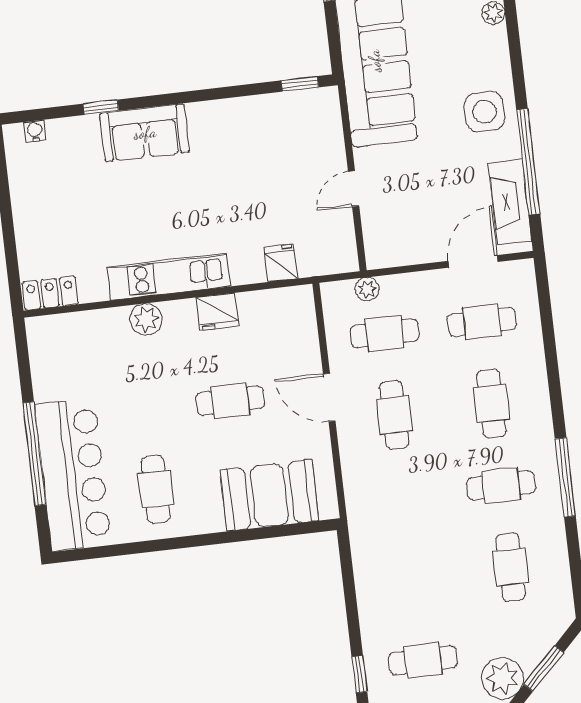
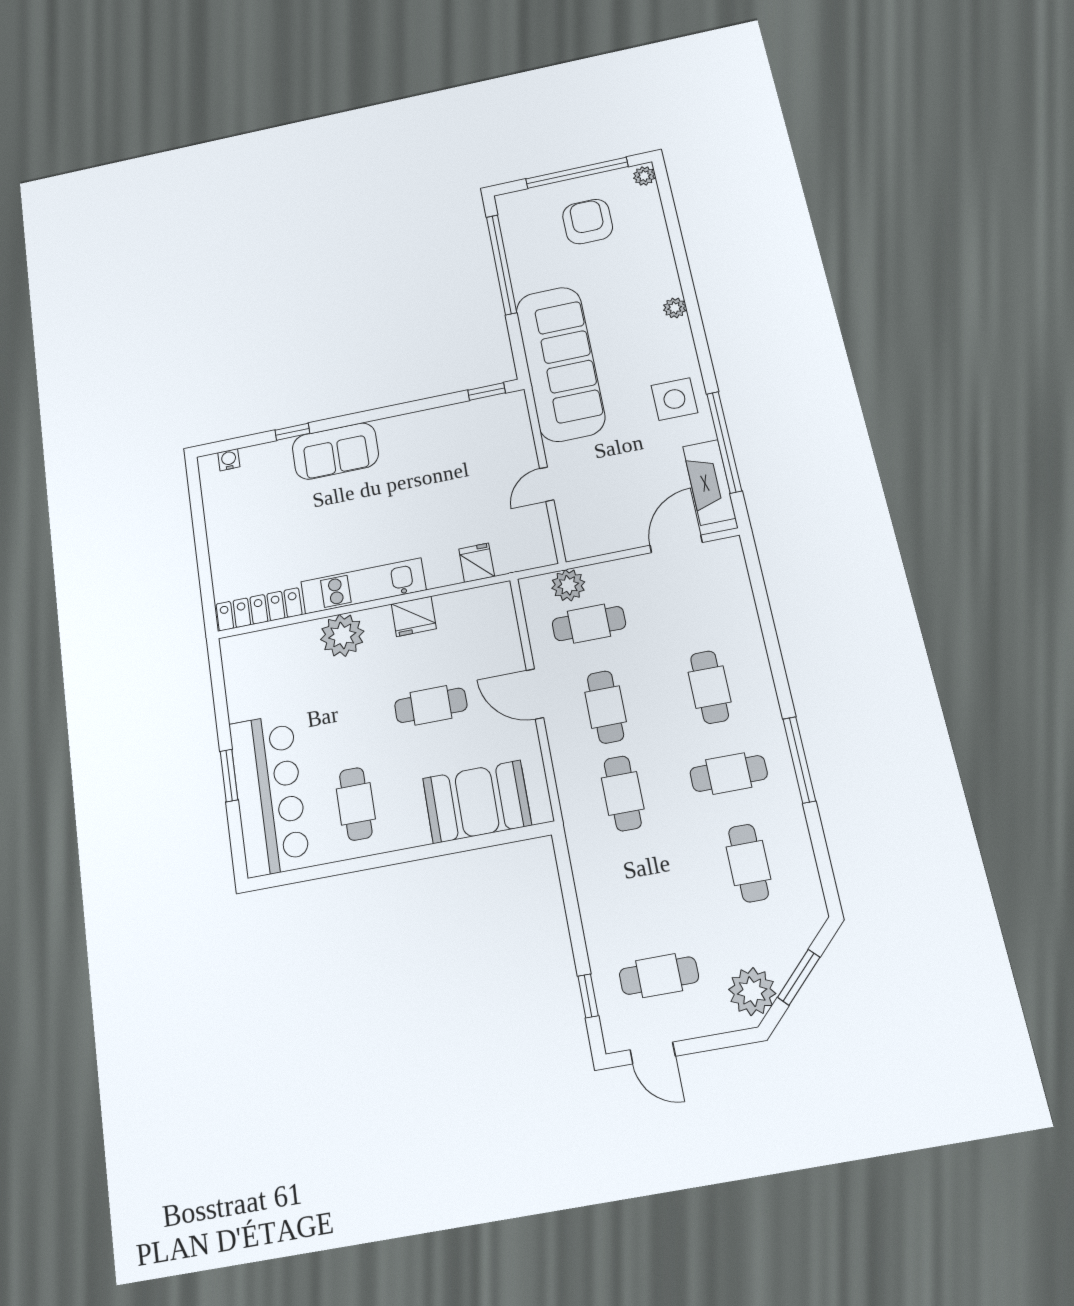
plant: (367, 289) -> (568, 585), width x1.38, depth x1.38
locker: (50, 293) -> (259, 609), width x1.53
plant: (146, 319) -> (342, 635), width x1.36, depth x1.36
cafe table: (482, 322) -> (623, 793), moved, turned 90
window: (34, 454) -> (229, 775), width x0.47

